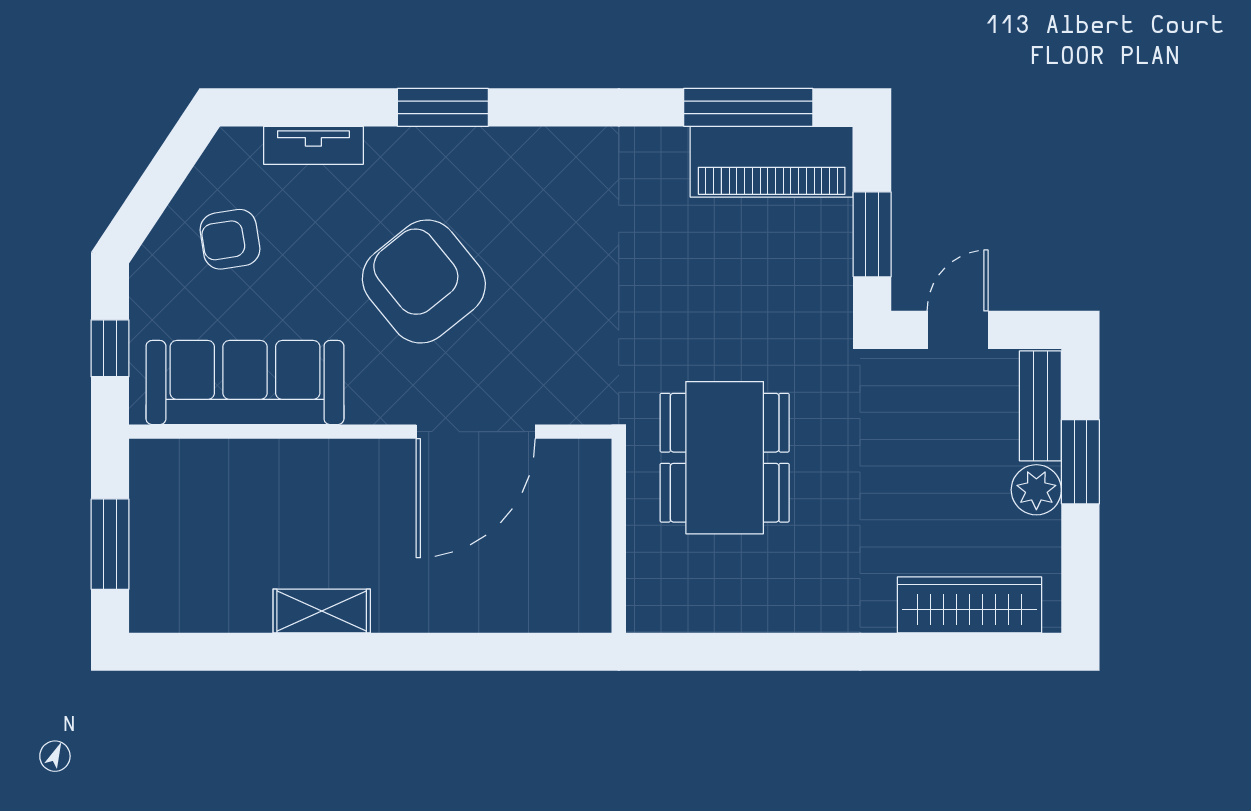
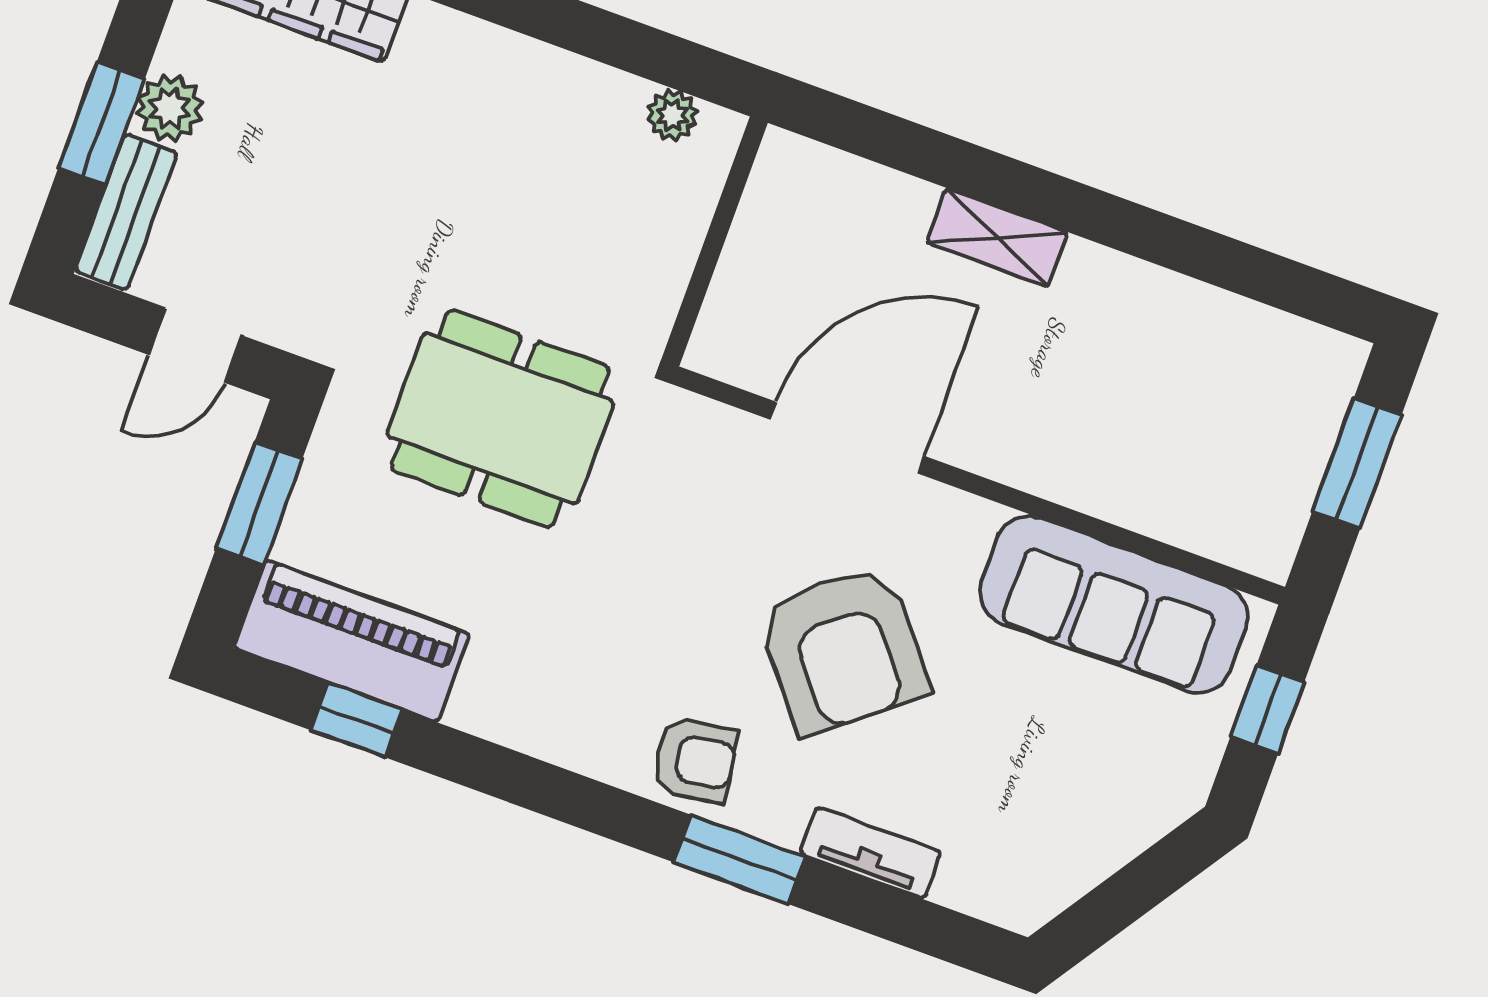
window: (748, 107) -> (356, 720), width x0.46
tv unit: (313, 145) -> (870, 853), moved
armchair: (230, 239) -> (695, 760), moved
dining table: (725, 458) -> (500, 418), moved, turned 90
shelving: (322, 611) -> (997, 237), moved
plant: (681, 614) -> (672, 115), added

